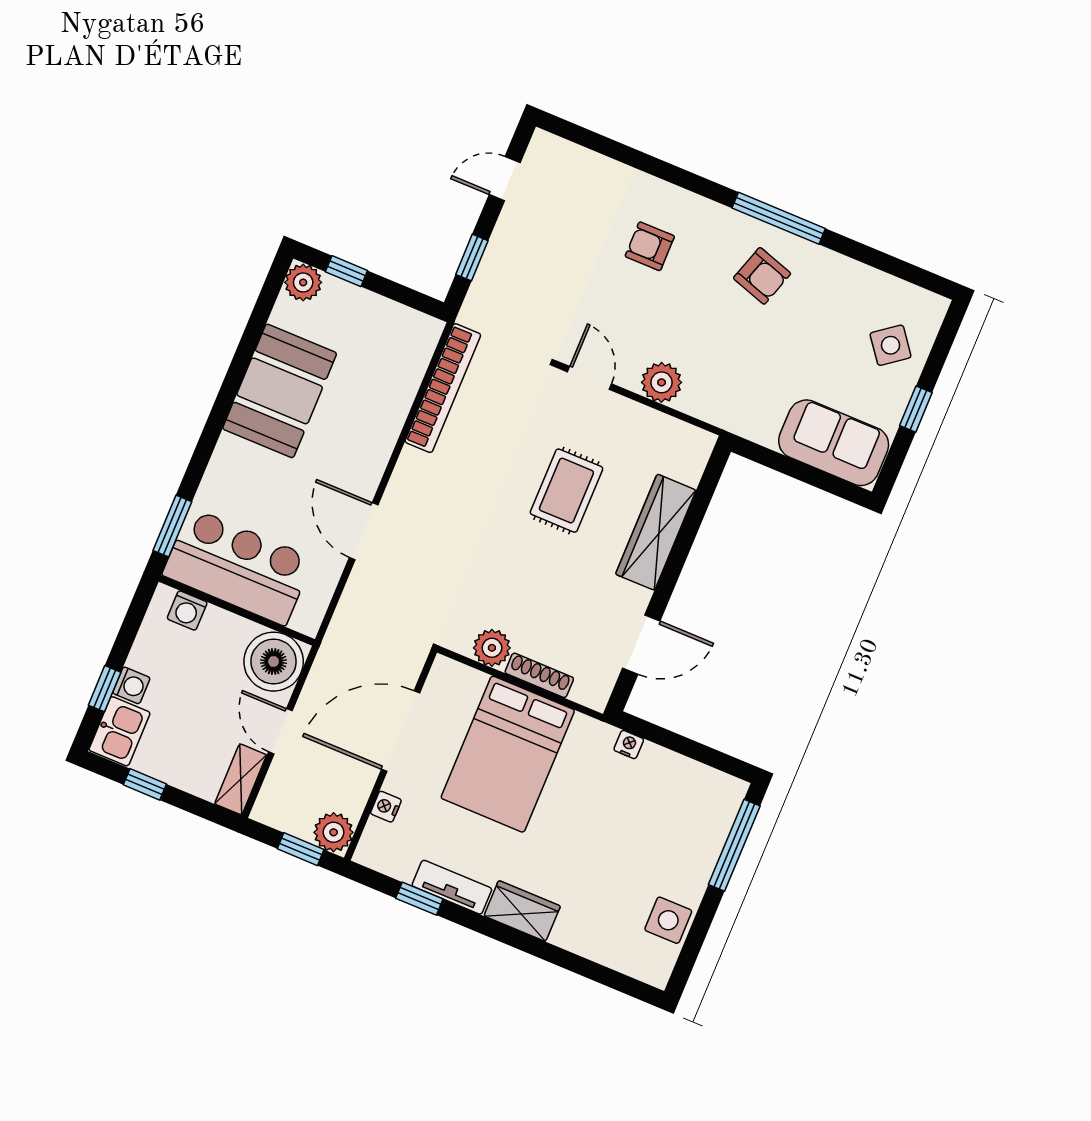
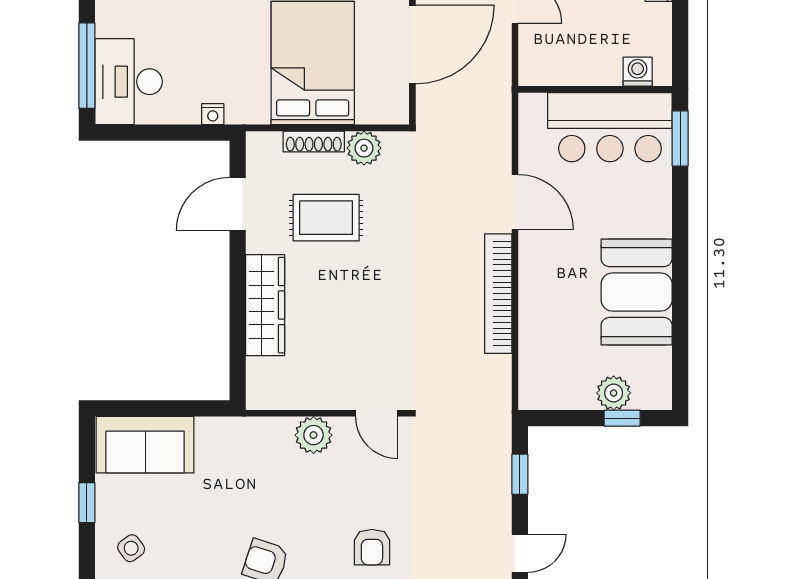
armchair: (650, 246) -> (372, 547), turned 90
plant: (303, 282) -> (614, 393), moved
side table: (891, 345) -> (131, 548), width x0.73, depth x0.73
bookcase: (443, 388) -> (498, 294), moved
rug: (566, 491) -> (326, 218), moved, turned 90
boiler: (274, 662) -> (546, 59), removed
desk: (699, 812) -> (129, 82), added

